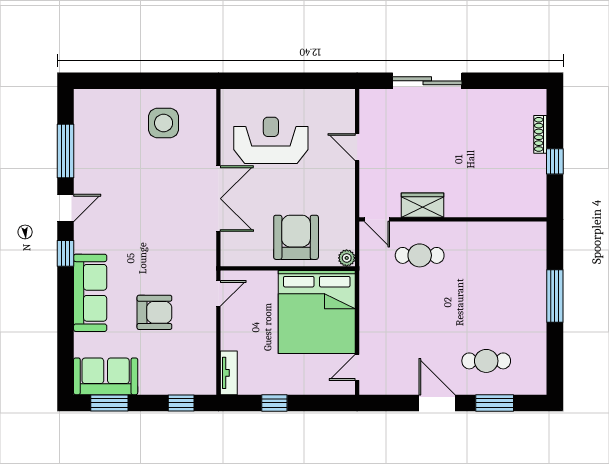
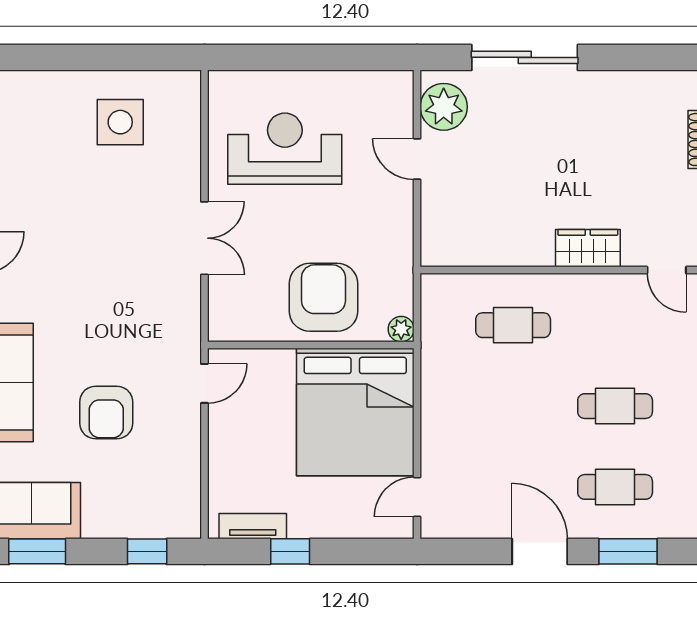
plant: (374, 113) -> (444, 107), added
double door: (218, 199) -> (204, 238), width x0.73
wardrobe: (423, 205) -> (588, 248), moved
door: (377, 219) -> (667, 270), moved
cafe table: (486, 308) -> (615, 406), added
armchair: (154, 312) -> (106, 413), turned 90
tv unit: (229, 373) -> (253, 526), moved, turned -90

